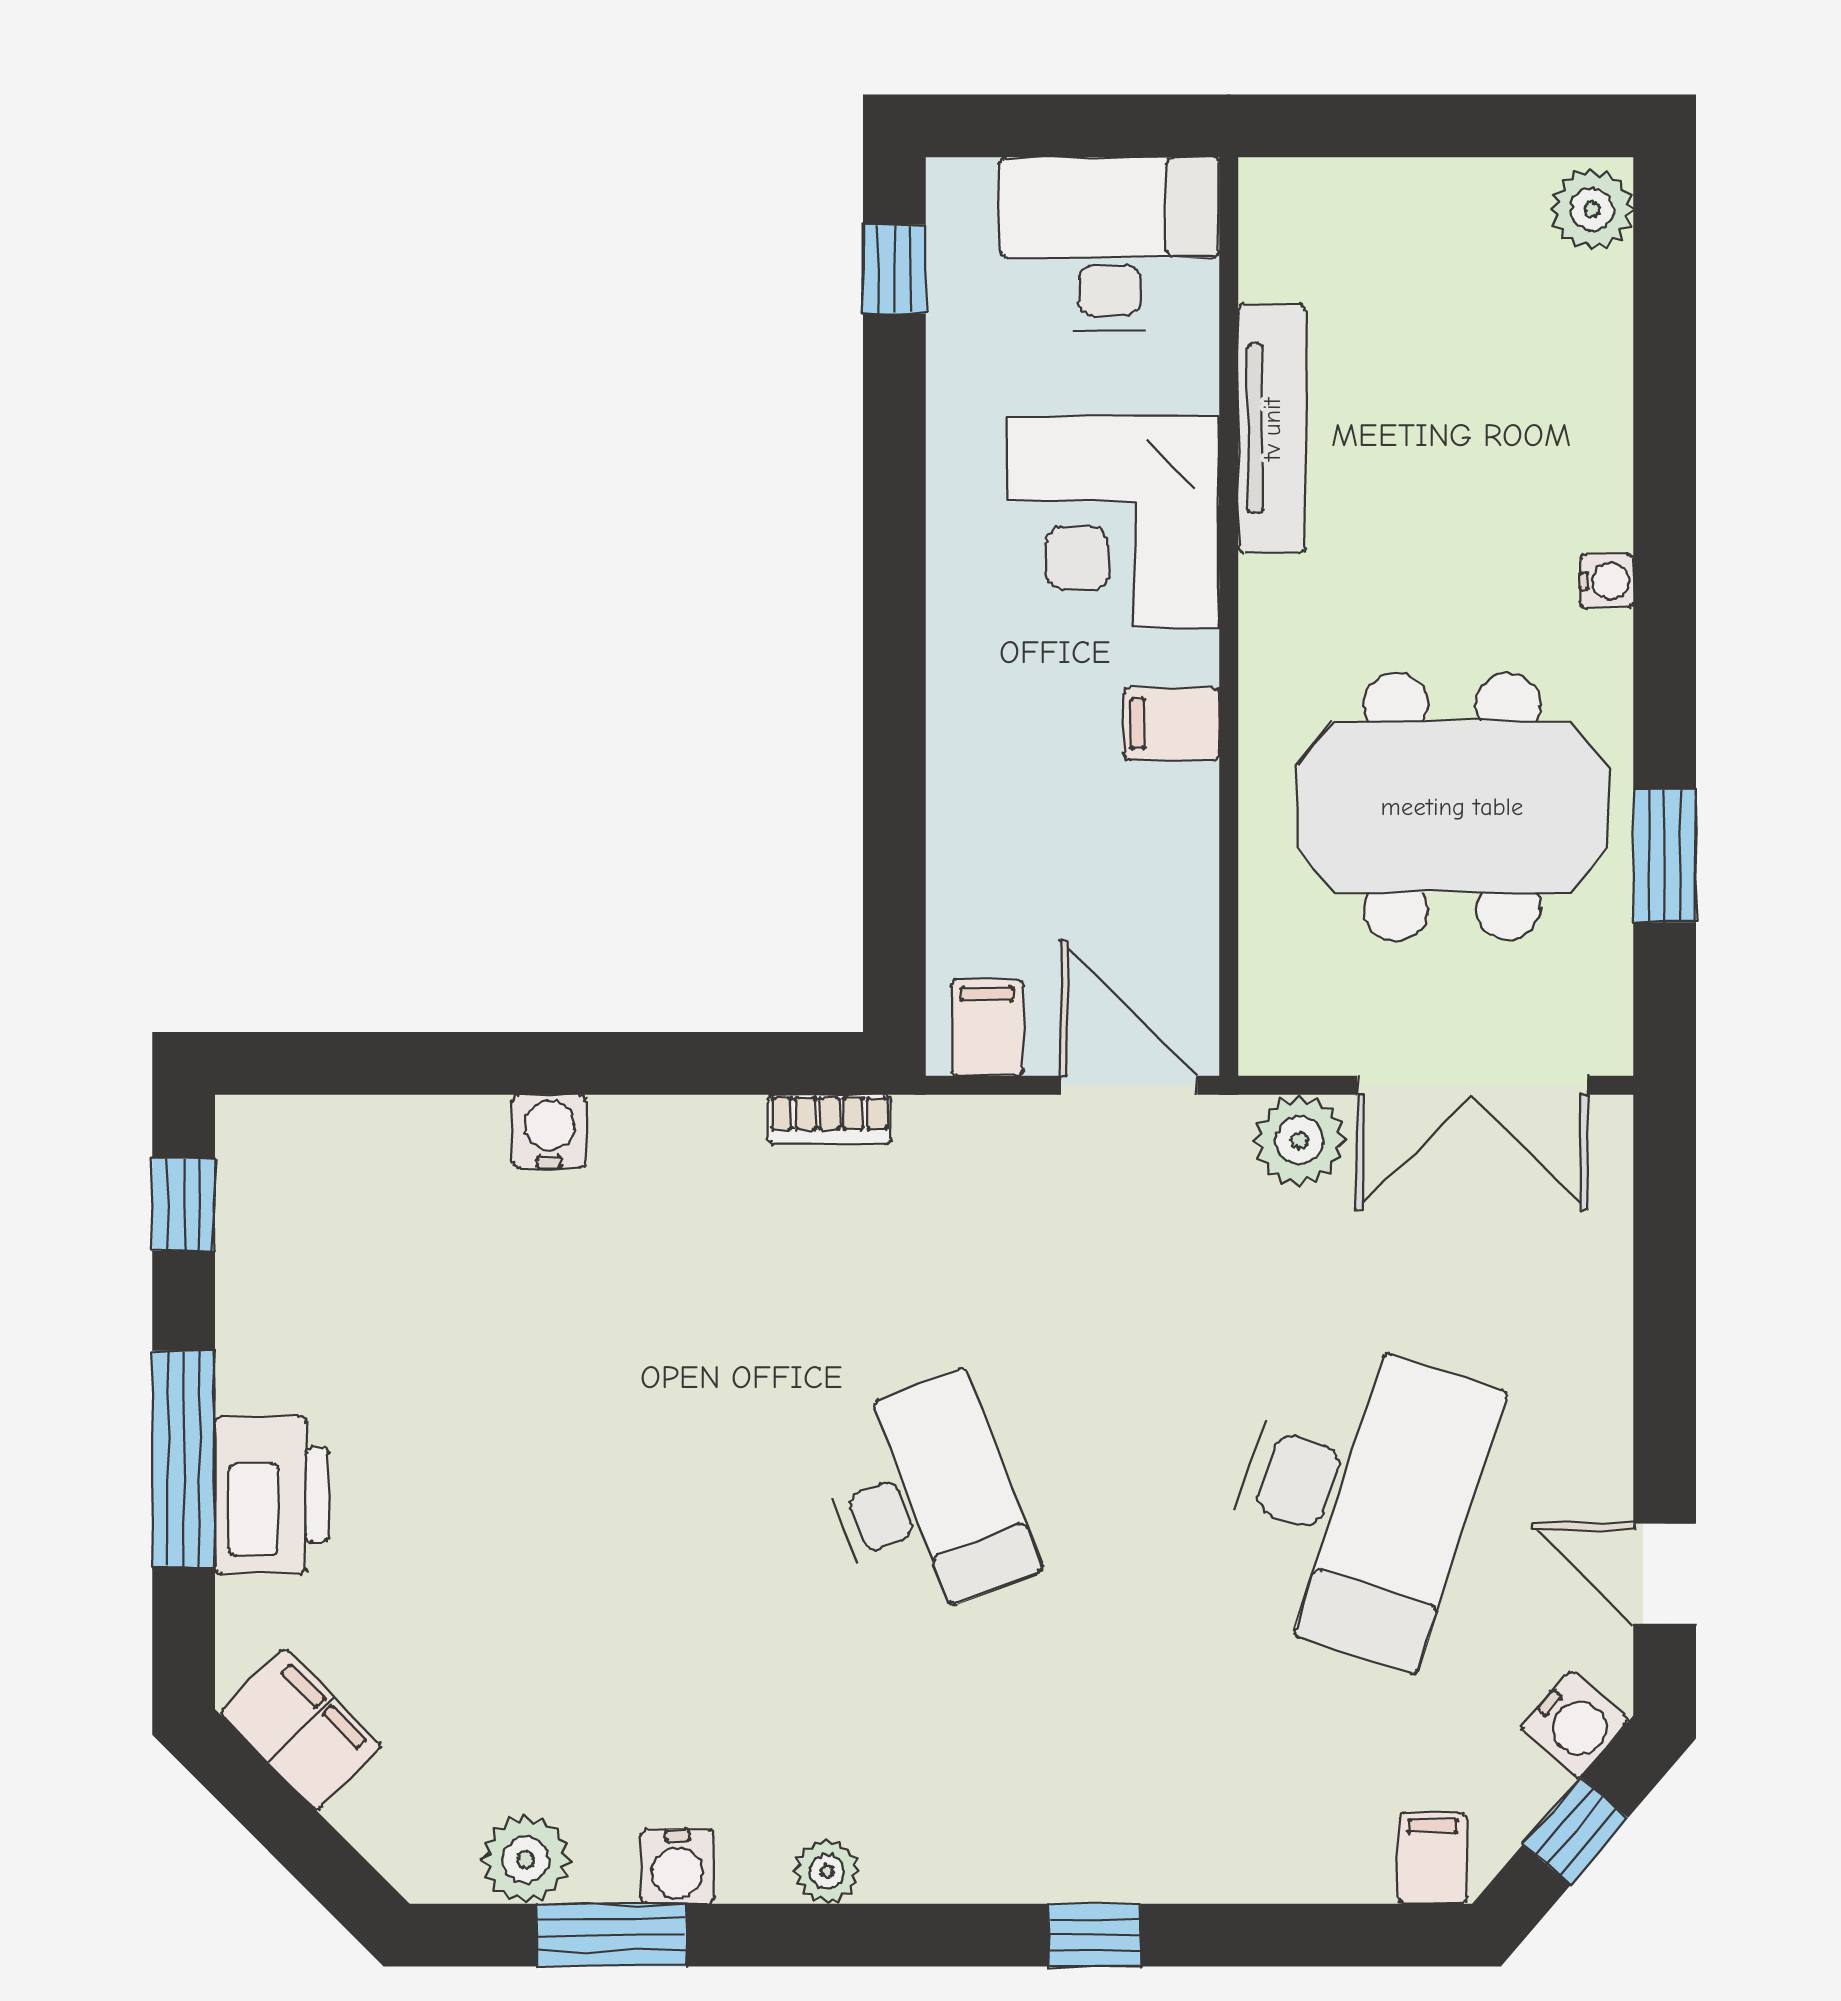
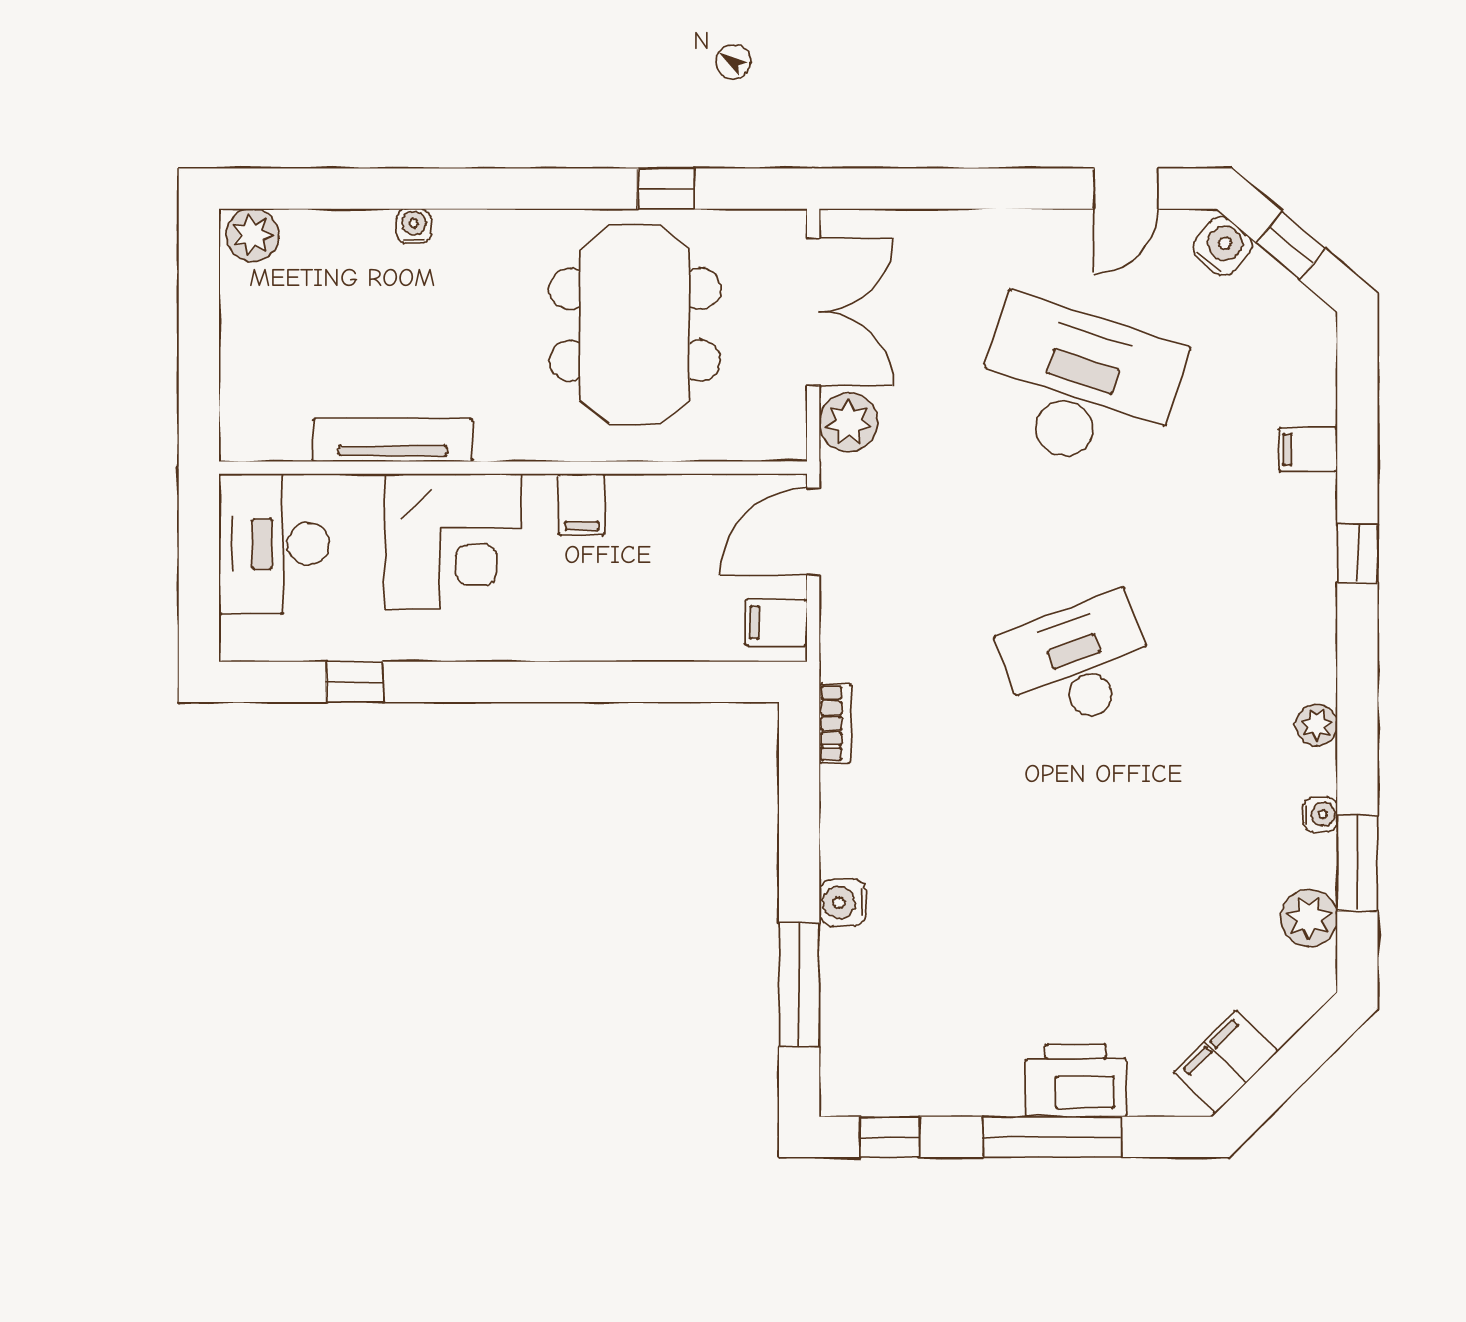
window: (894, 269) -> (354, 682), moved
water cooler: (1606, 581) -> (414, 226), moved
window: (1665, 856) -> (666, 189), width x0.67
window: (421, 1063) -> (799, 985), added
filing cabinet: (1433, 1858) -> (1308, 450), moved
water cooler: (677, 1867) -> (1320, 814), width x0.72, depth x0.72

